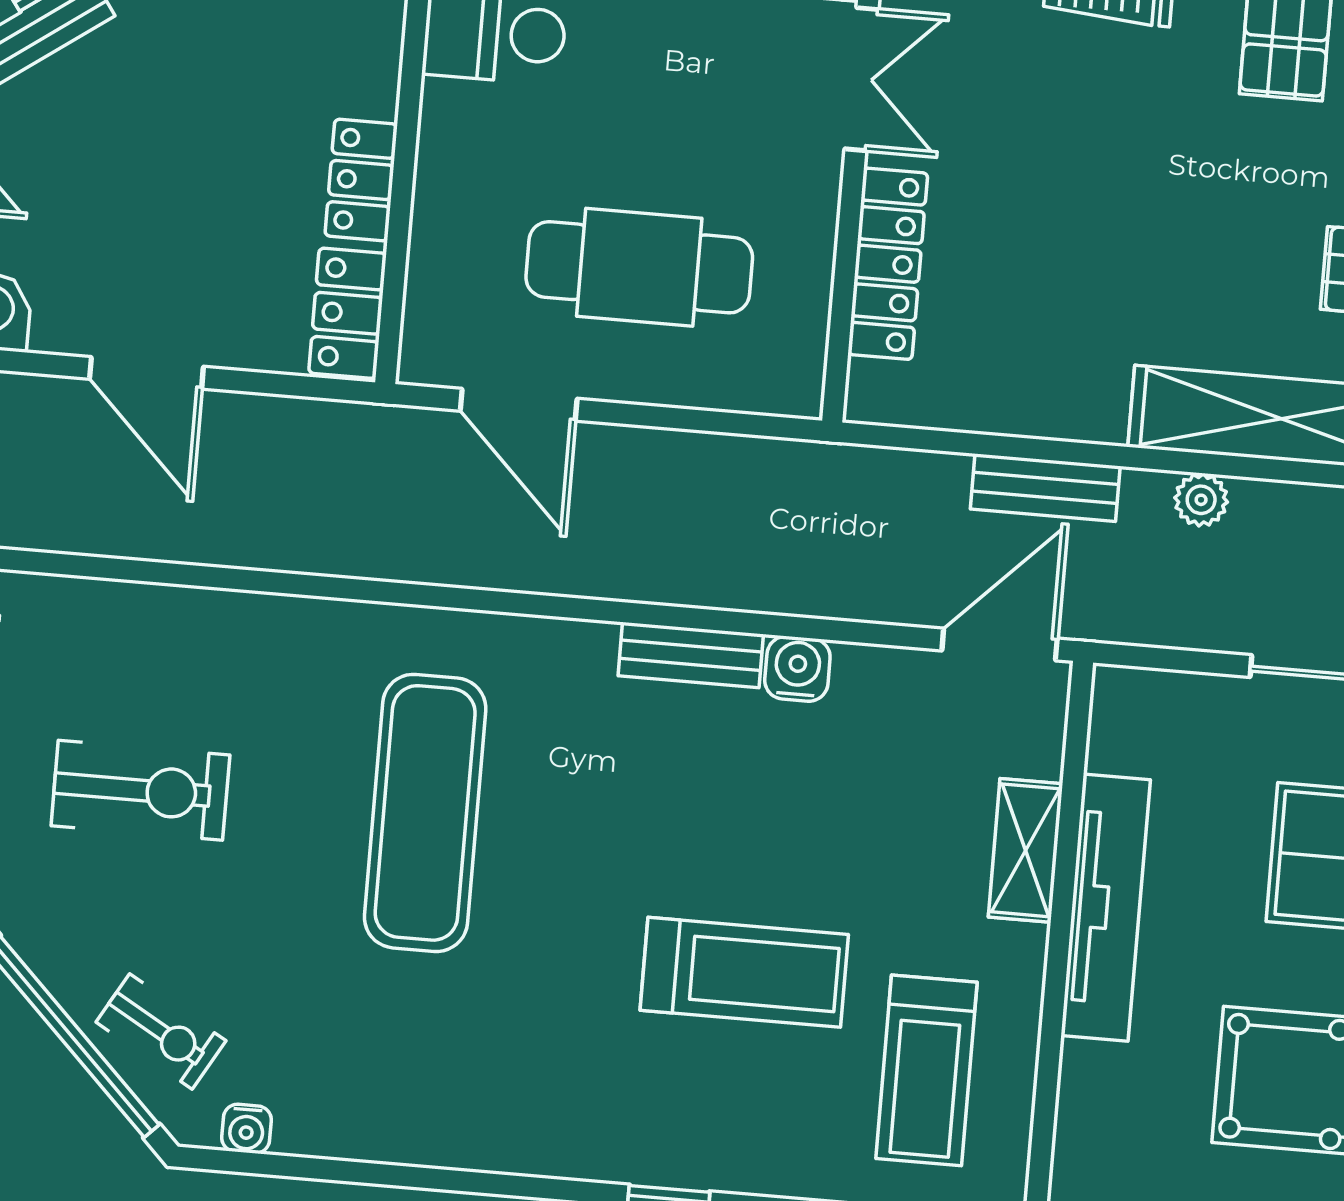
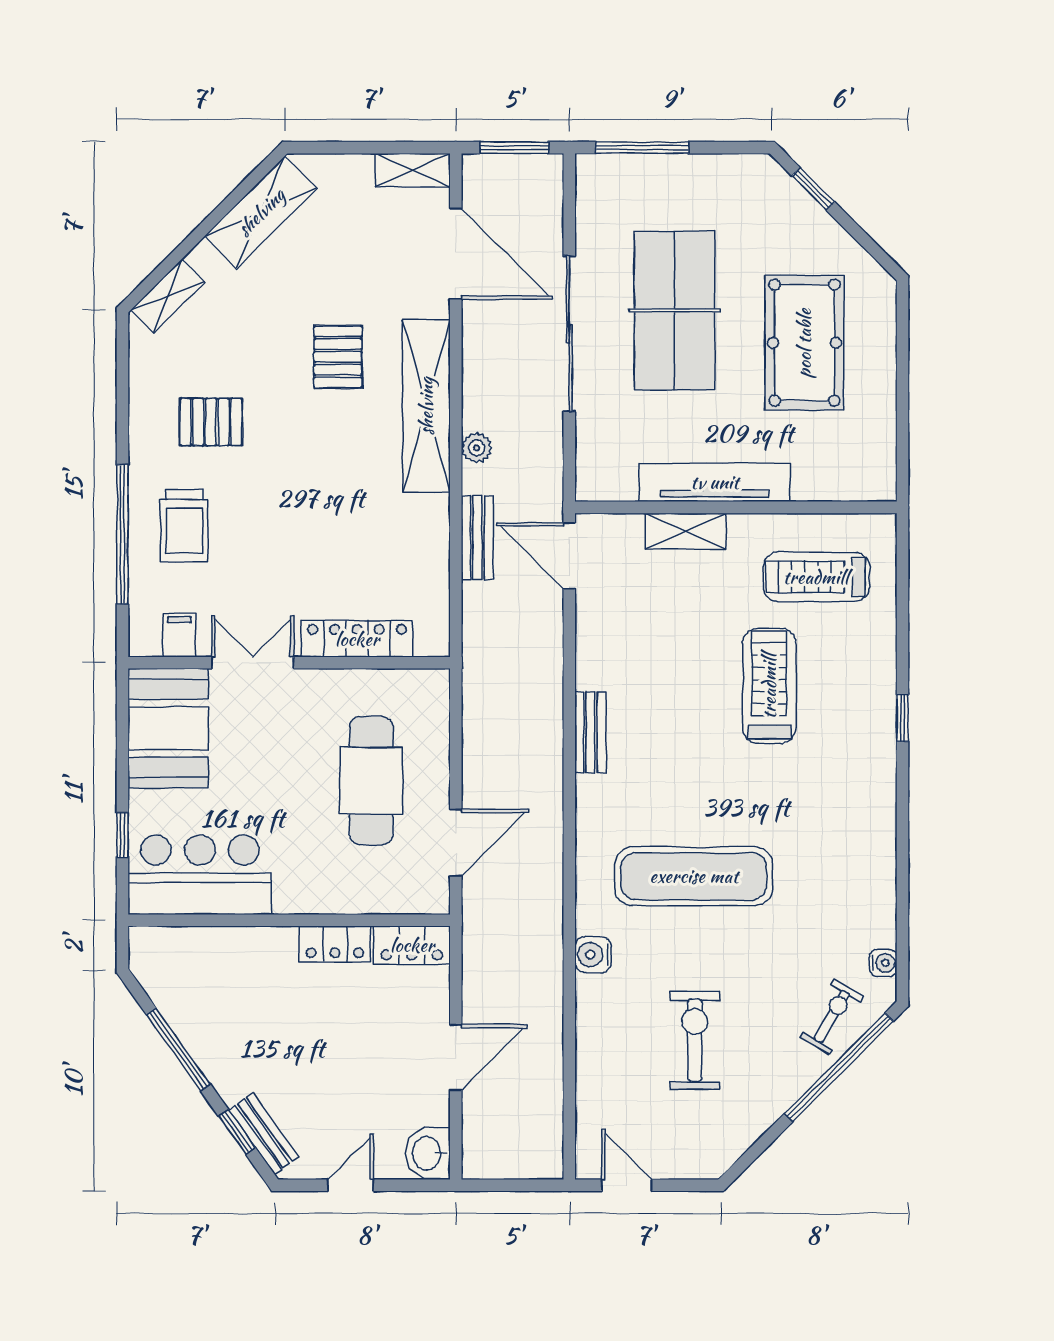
water cooler: (797, 669) -> (593, 955), moved
treadmill: (926, 1070) -> (816, 577), turned 180

